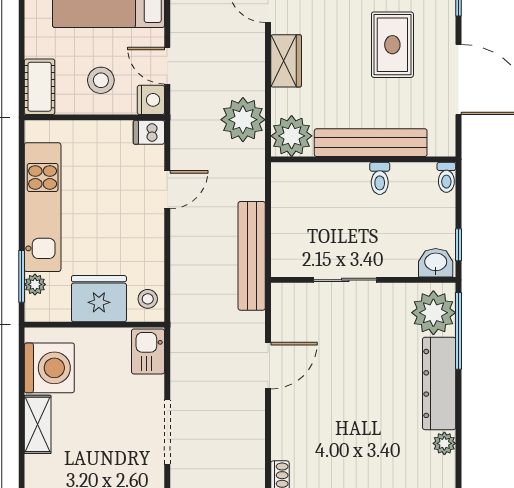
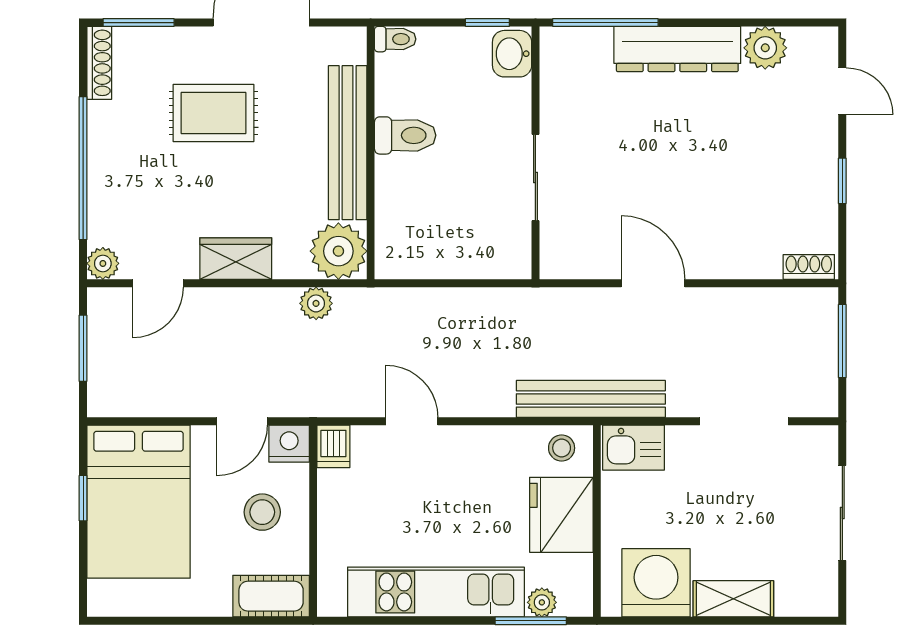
plant: (243, 120) -> (316, 303), width x0.53, depth x0.53
toilet: (380, 178) -> (405, 135), width x1.37, depth x1.39
bench: (252, 256) -> (591, 399), moved
plant: (433, 313) -> (581, 57), removed
plant: (444, 443) -> (765, 48), width x1.38, depth x1.38

